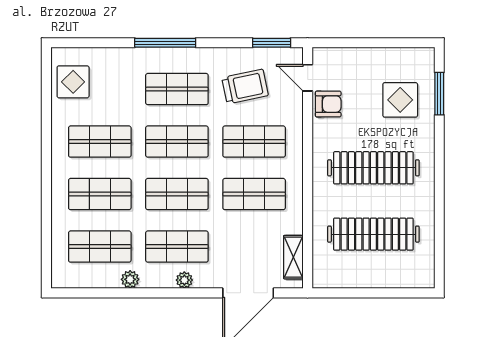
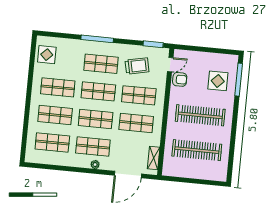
door: (308, 78) -> (170, 65), swing flipped
window: (439, 94) -> (239, 80), width x1.44
plant: (130, 279) -> (67, 161), removed

